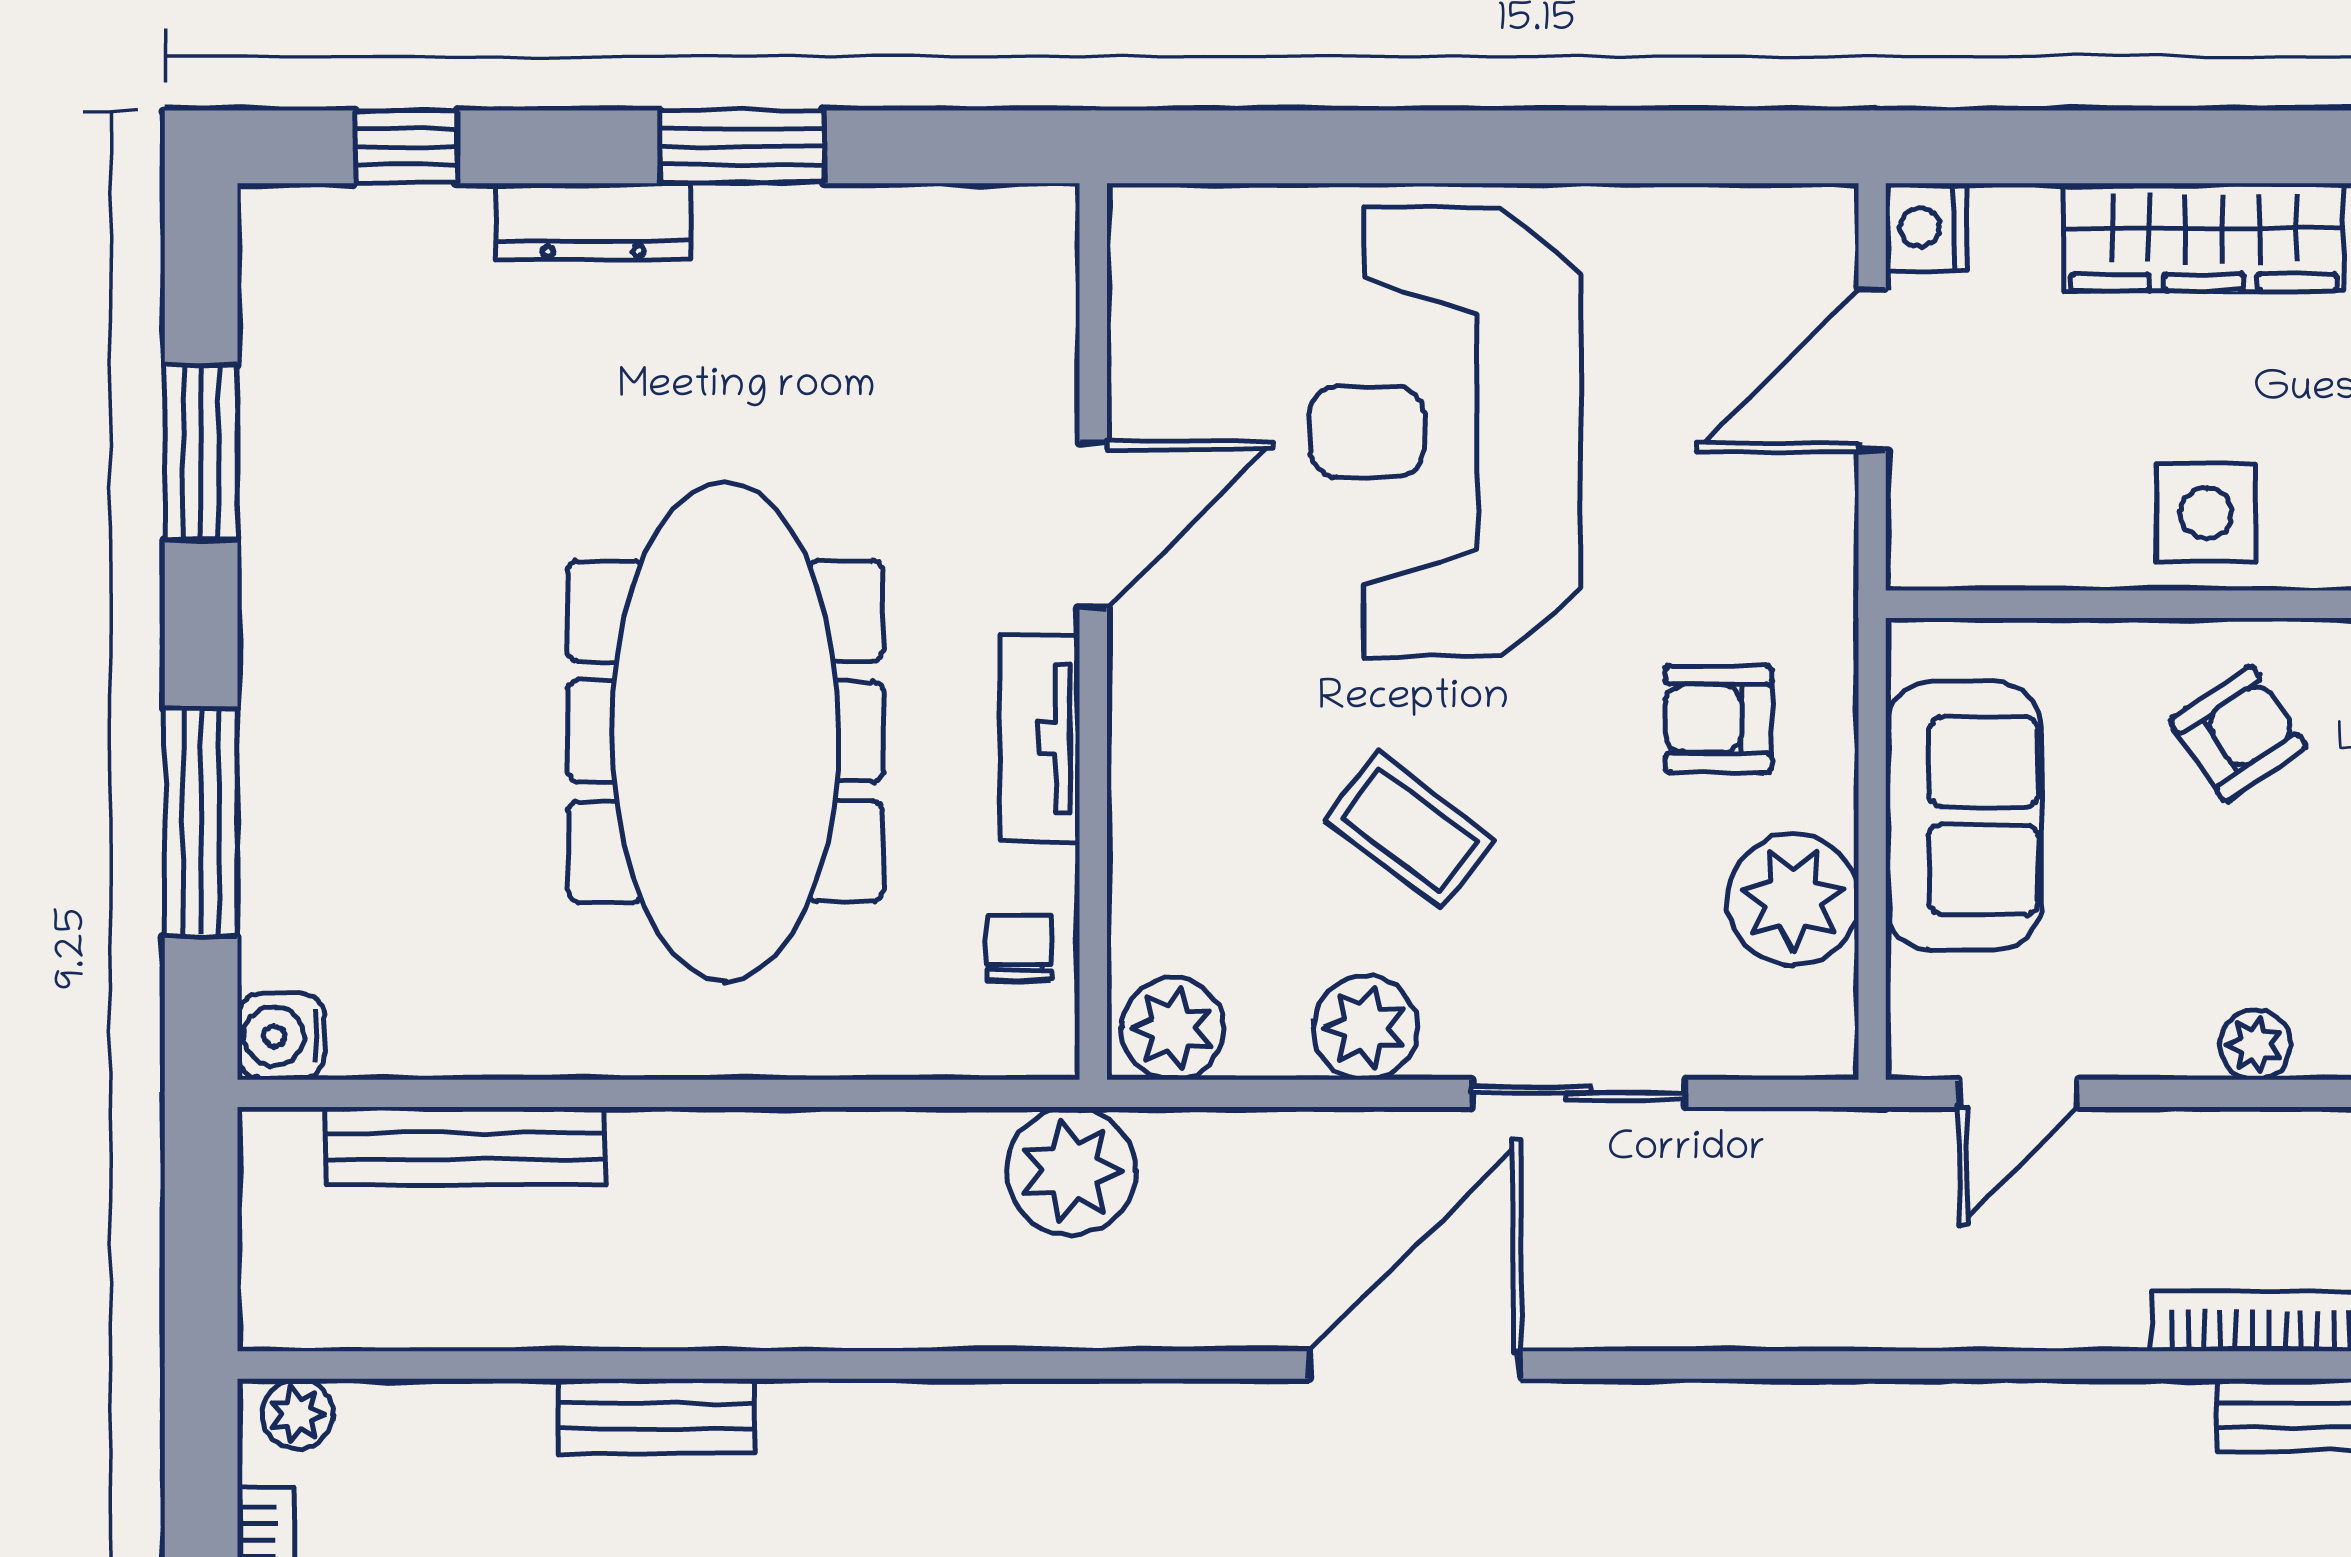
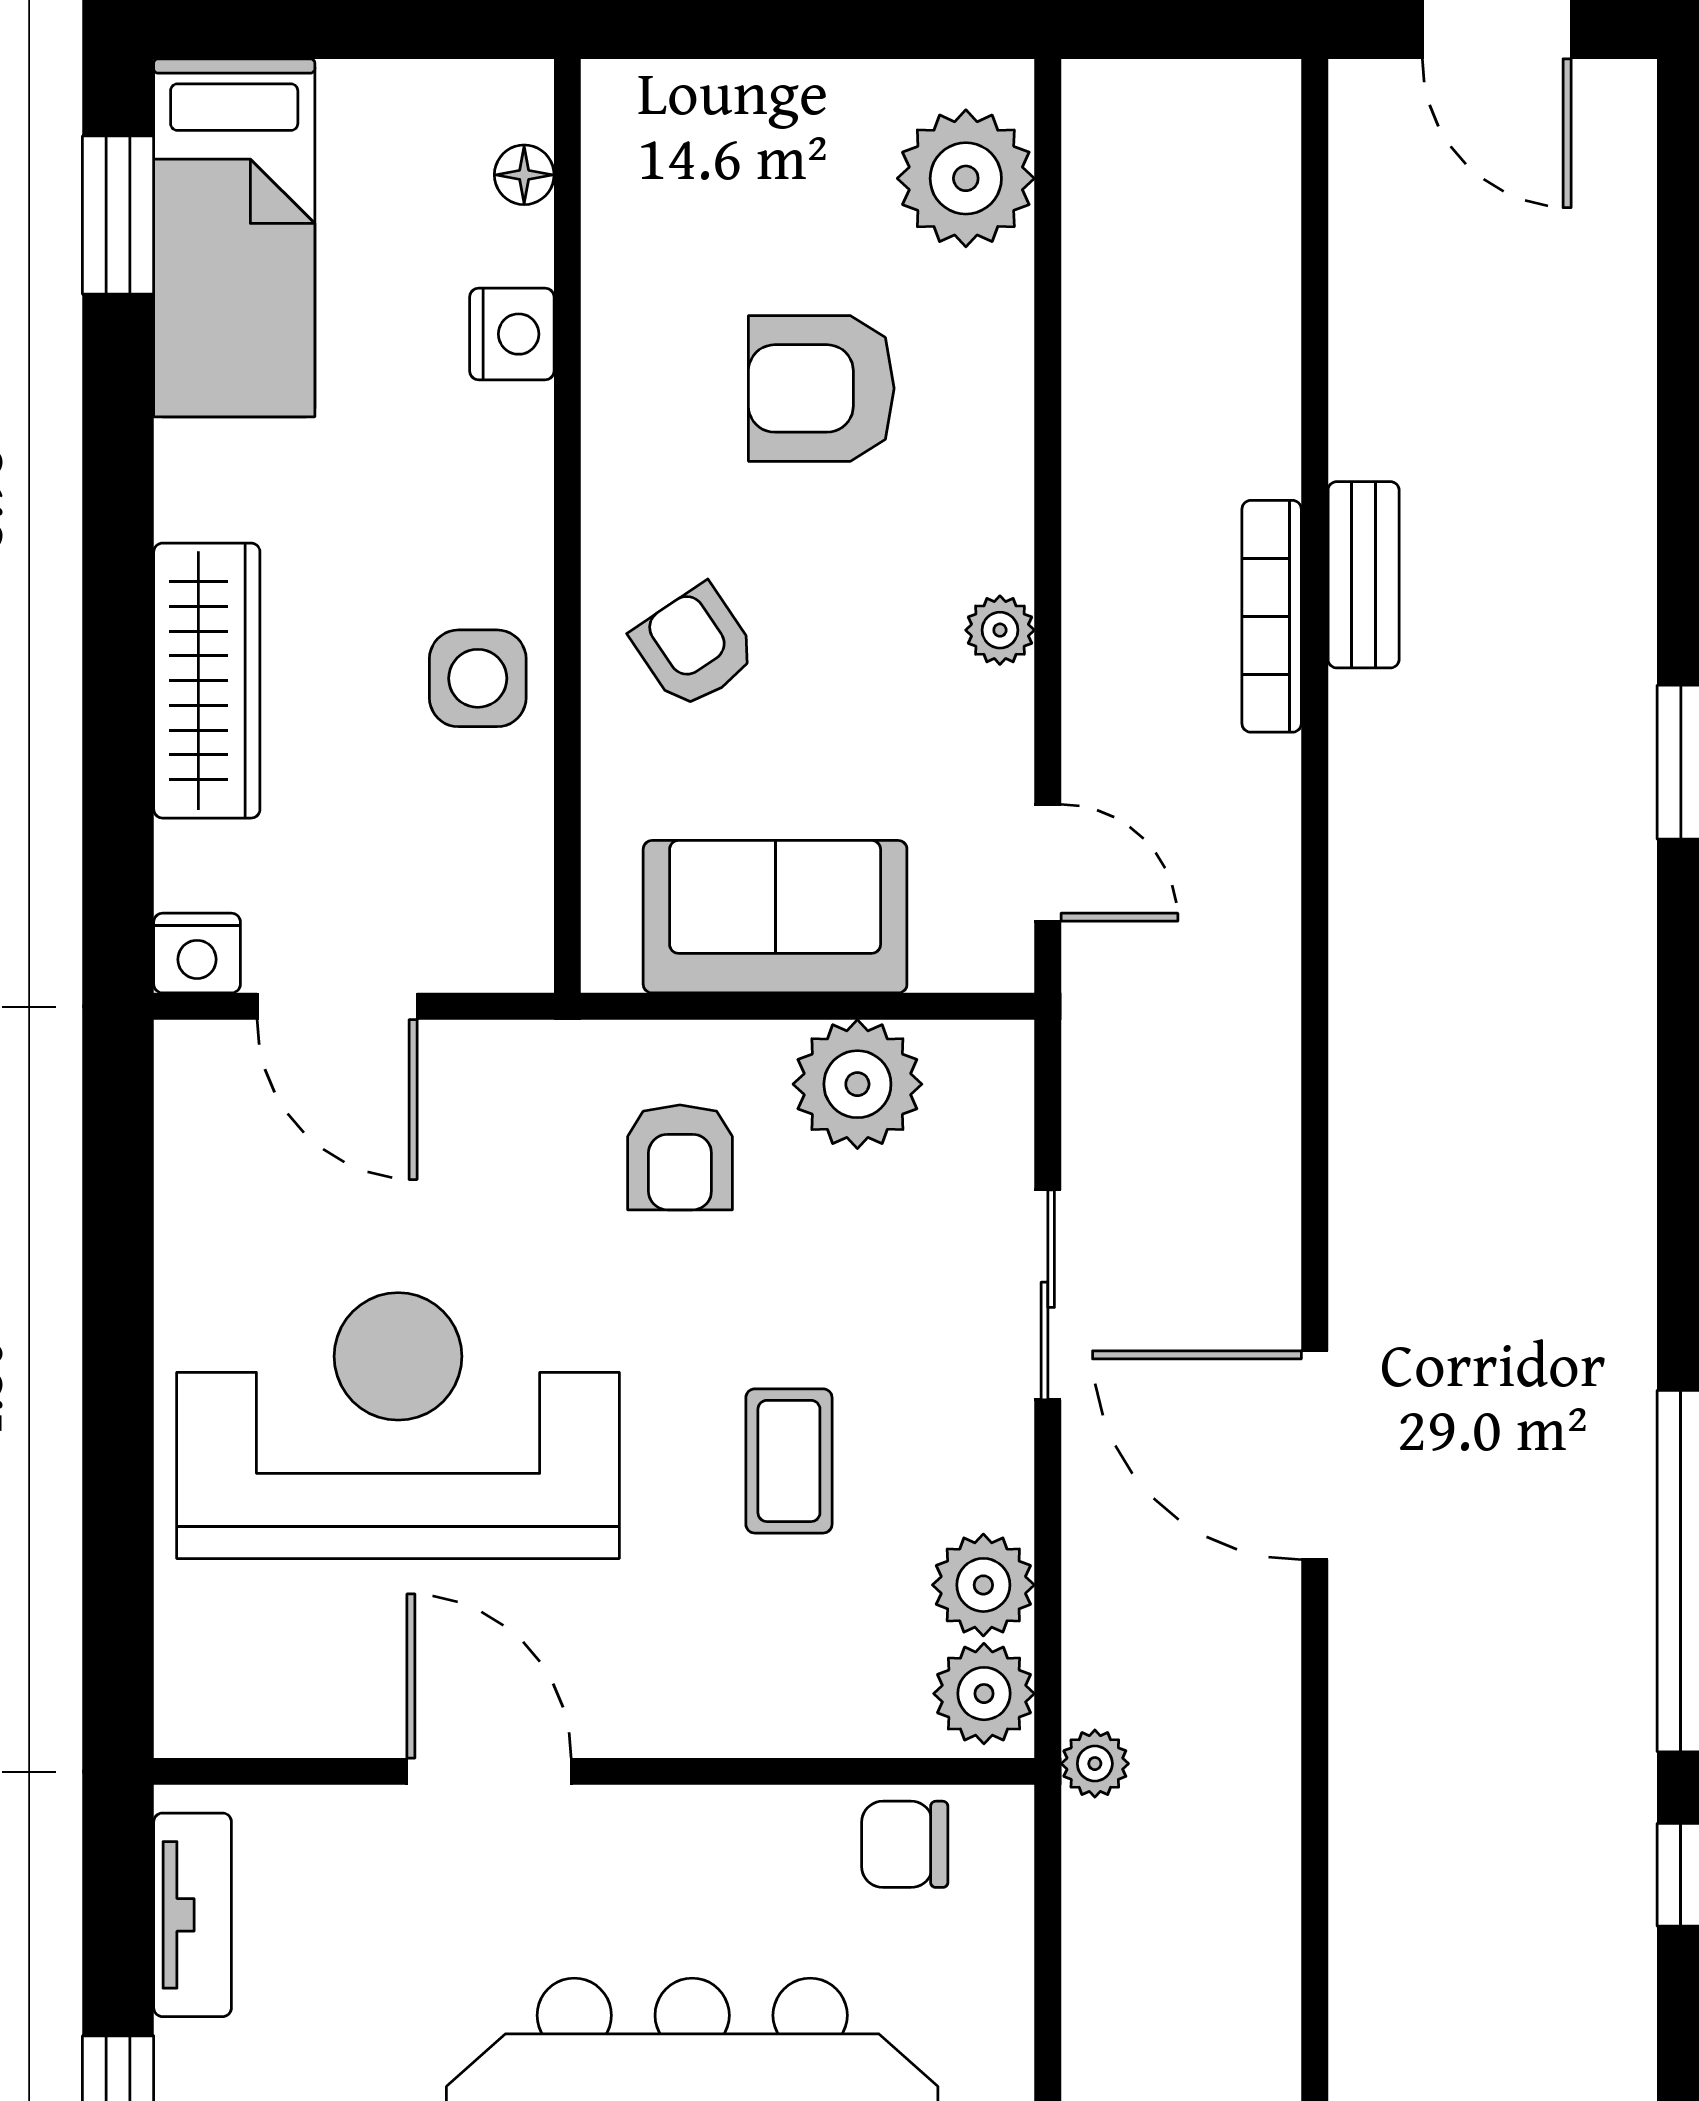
reception desk: (1445, 432) -> (398, 1426), turned 180
tv unit: (1040, 738) -> (193, 1915), moved, turned -90
coffee table: (1409, 830) -> (789, 1461), turned -37
chair: (1019, 948) -> (905, 1844), width x1.37, depth x1.37
plant: (1365, 1028) -> (983, 1585), moved
plant: (1071, 1171) -> (1095, 1764), width x0.53, depth x0.53

